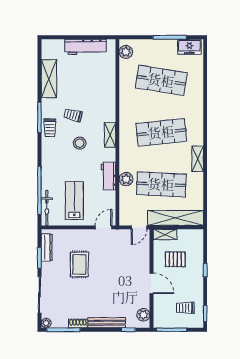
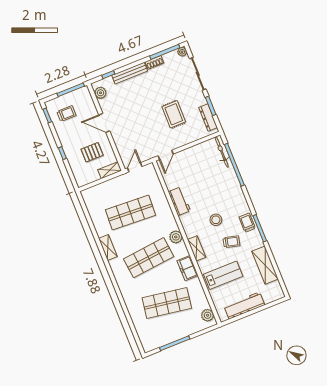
freezer: (189, 47) -> (188, 268), moved, turned -90
shelving: (110, 135) -> (197, 248), moved
plant: (126, 179) -> (176, 237), moved
lab bench: (74, 201) -> (223, 275), moved, turned -90
shelving: (175, 218) -> (106, 188), removed

